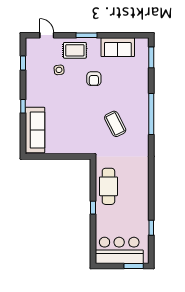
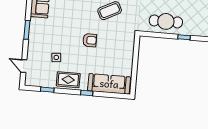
door: (47, 35) -> (24, 66), hinge flipped
rug: (75, 50) -> (68, 80), moved, turned 90
armchair: (94, 79) -> (90, 40), moved

